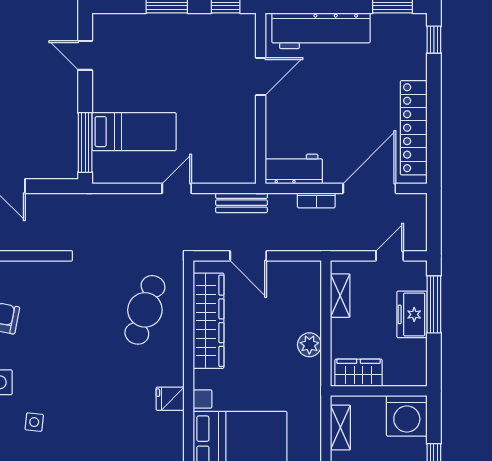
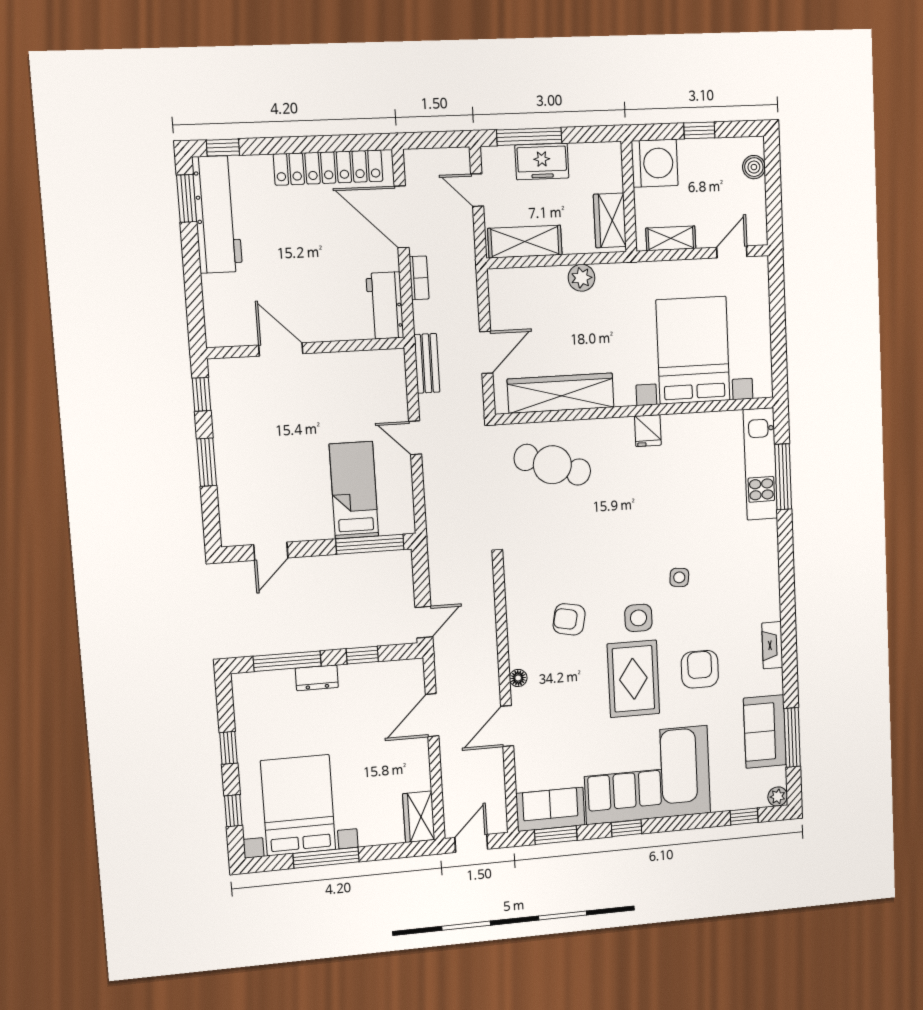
workbench: (321, 31) -> (217, 215), moved
shelving: (340, 296) -> (525, 242), width x1.50, depth x1.33

